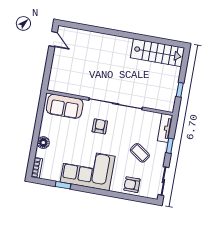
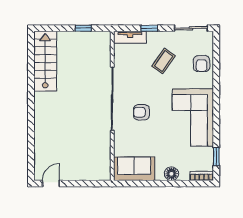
sofa: (65, 106) -> (134, 169), moved, turned -90
window: (63, 185) -> (216, 157), moved

